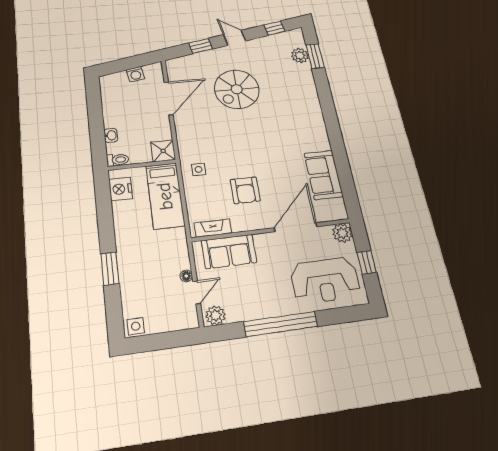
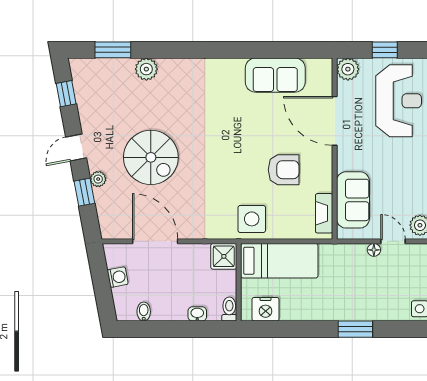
plant: (213, 54) -> (98, 179), added
plant: (300, 55) -> (146, 69), moved
bidet: (109, 95) -> (144, 312), added
side table: (199, 169) -> (252, 219), width x1.87, depth x1.87

